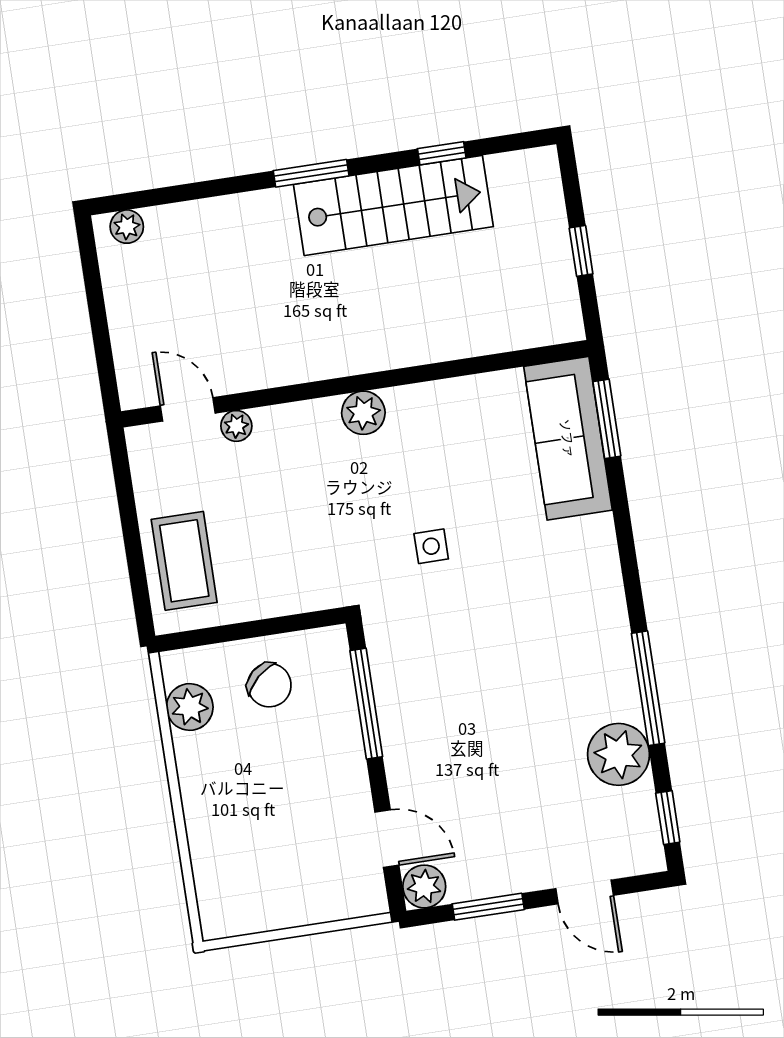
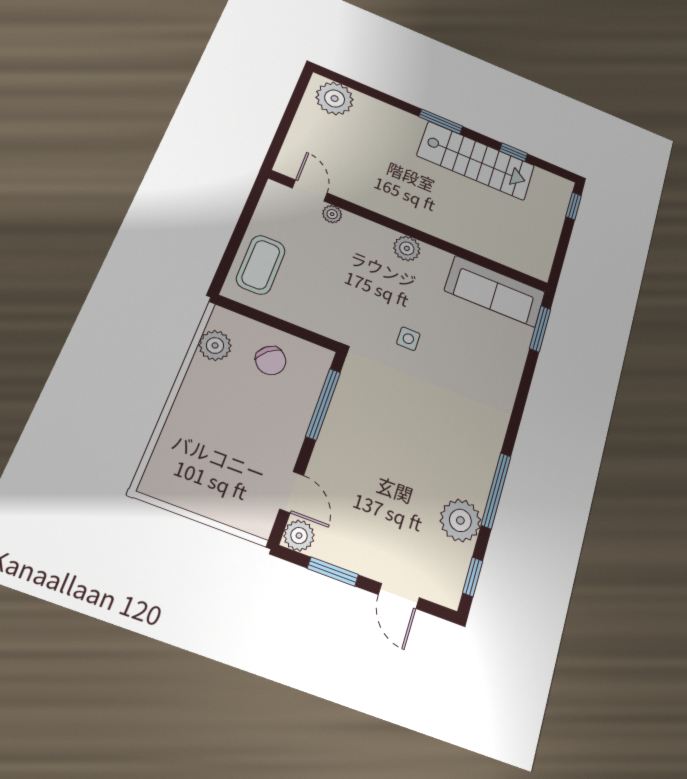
plant: (127, 227) -> (335, 99), width x1.87, depth x1.87
window: (581, 251) -> (574, 206), moved
sofa: (568, 438) -> (495, 291), moved, turned -90

